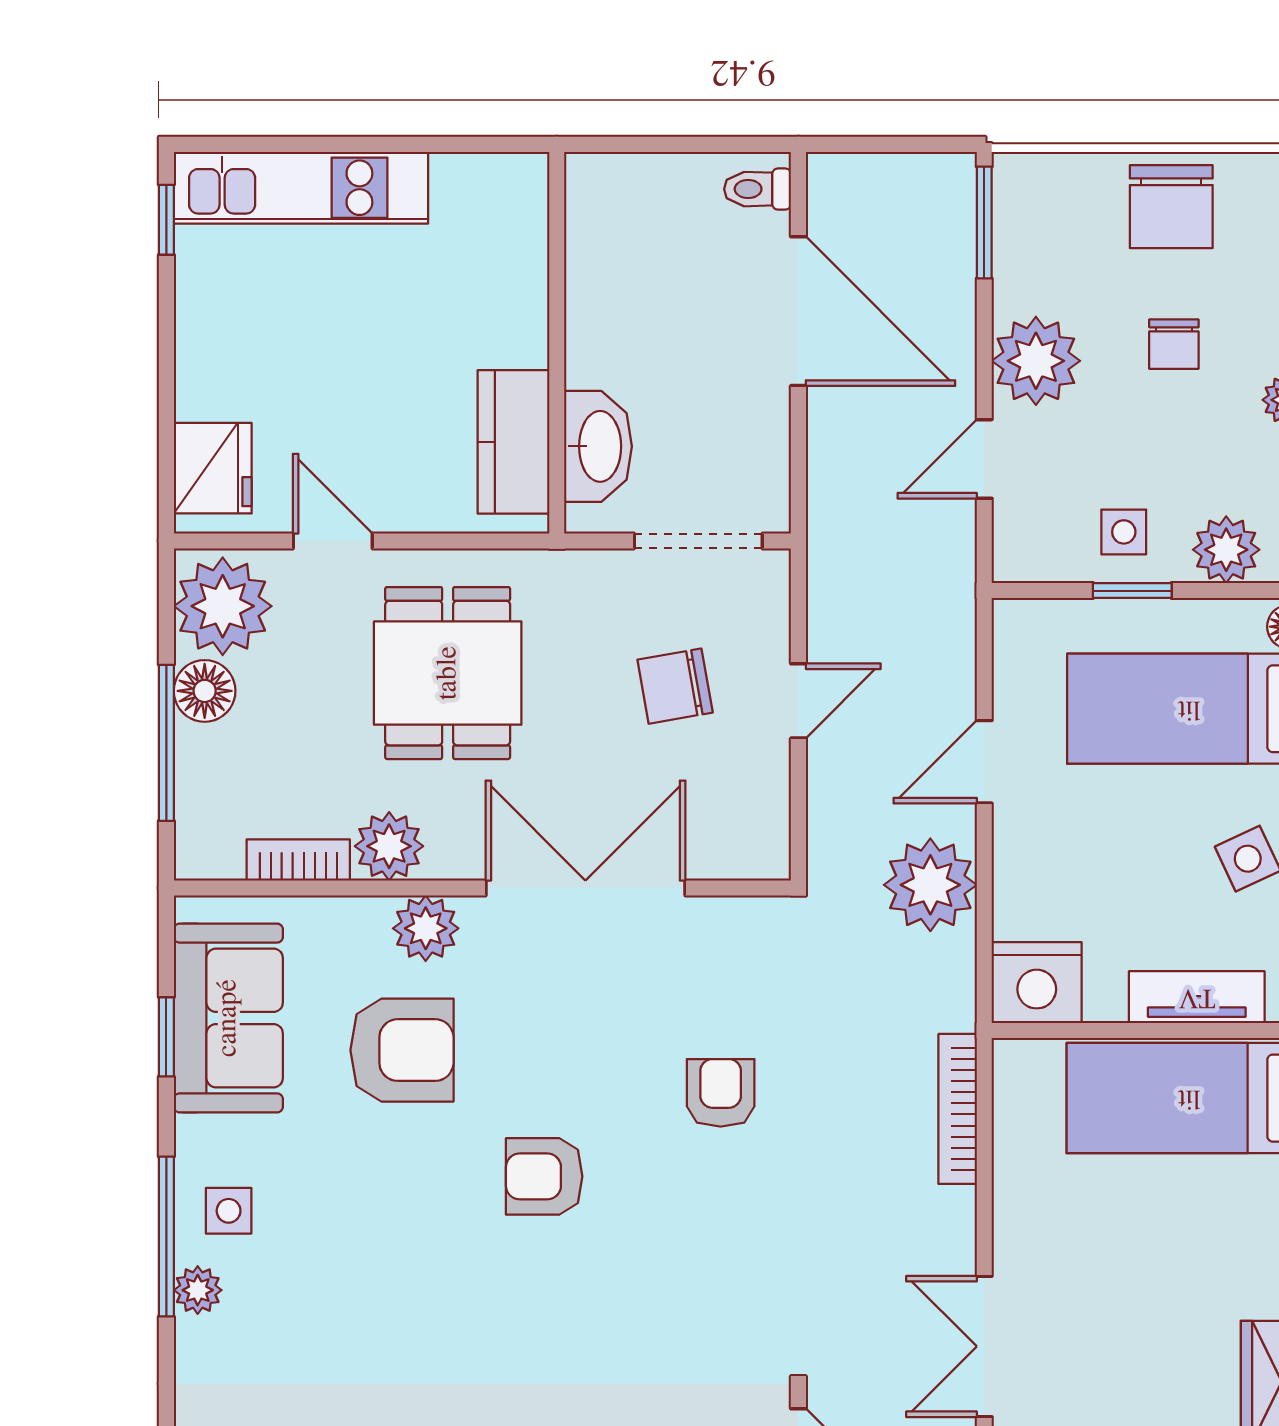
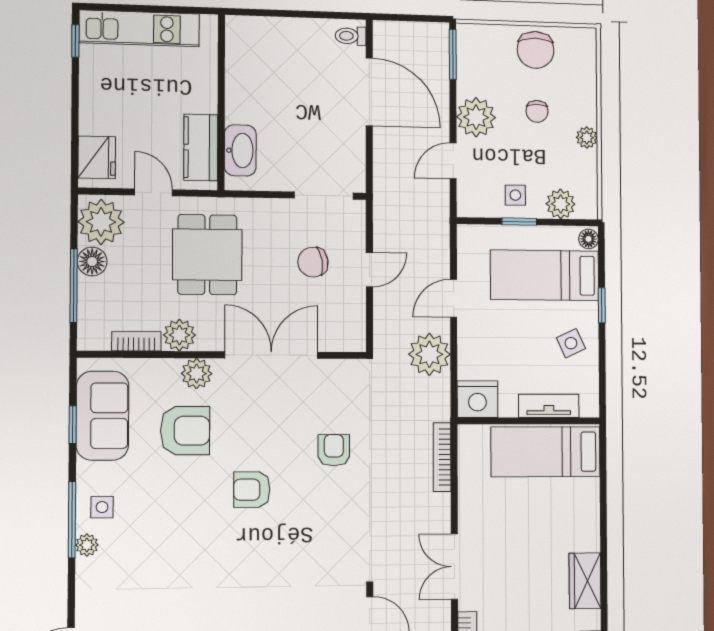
wall: (557, 343) -> (221, 102), moved
kitchen counter: (513, 442) -> (201, 147), moved
washbasin: (598, 446) -> (240, 150), moved

